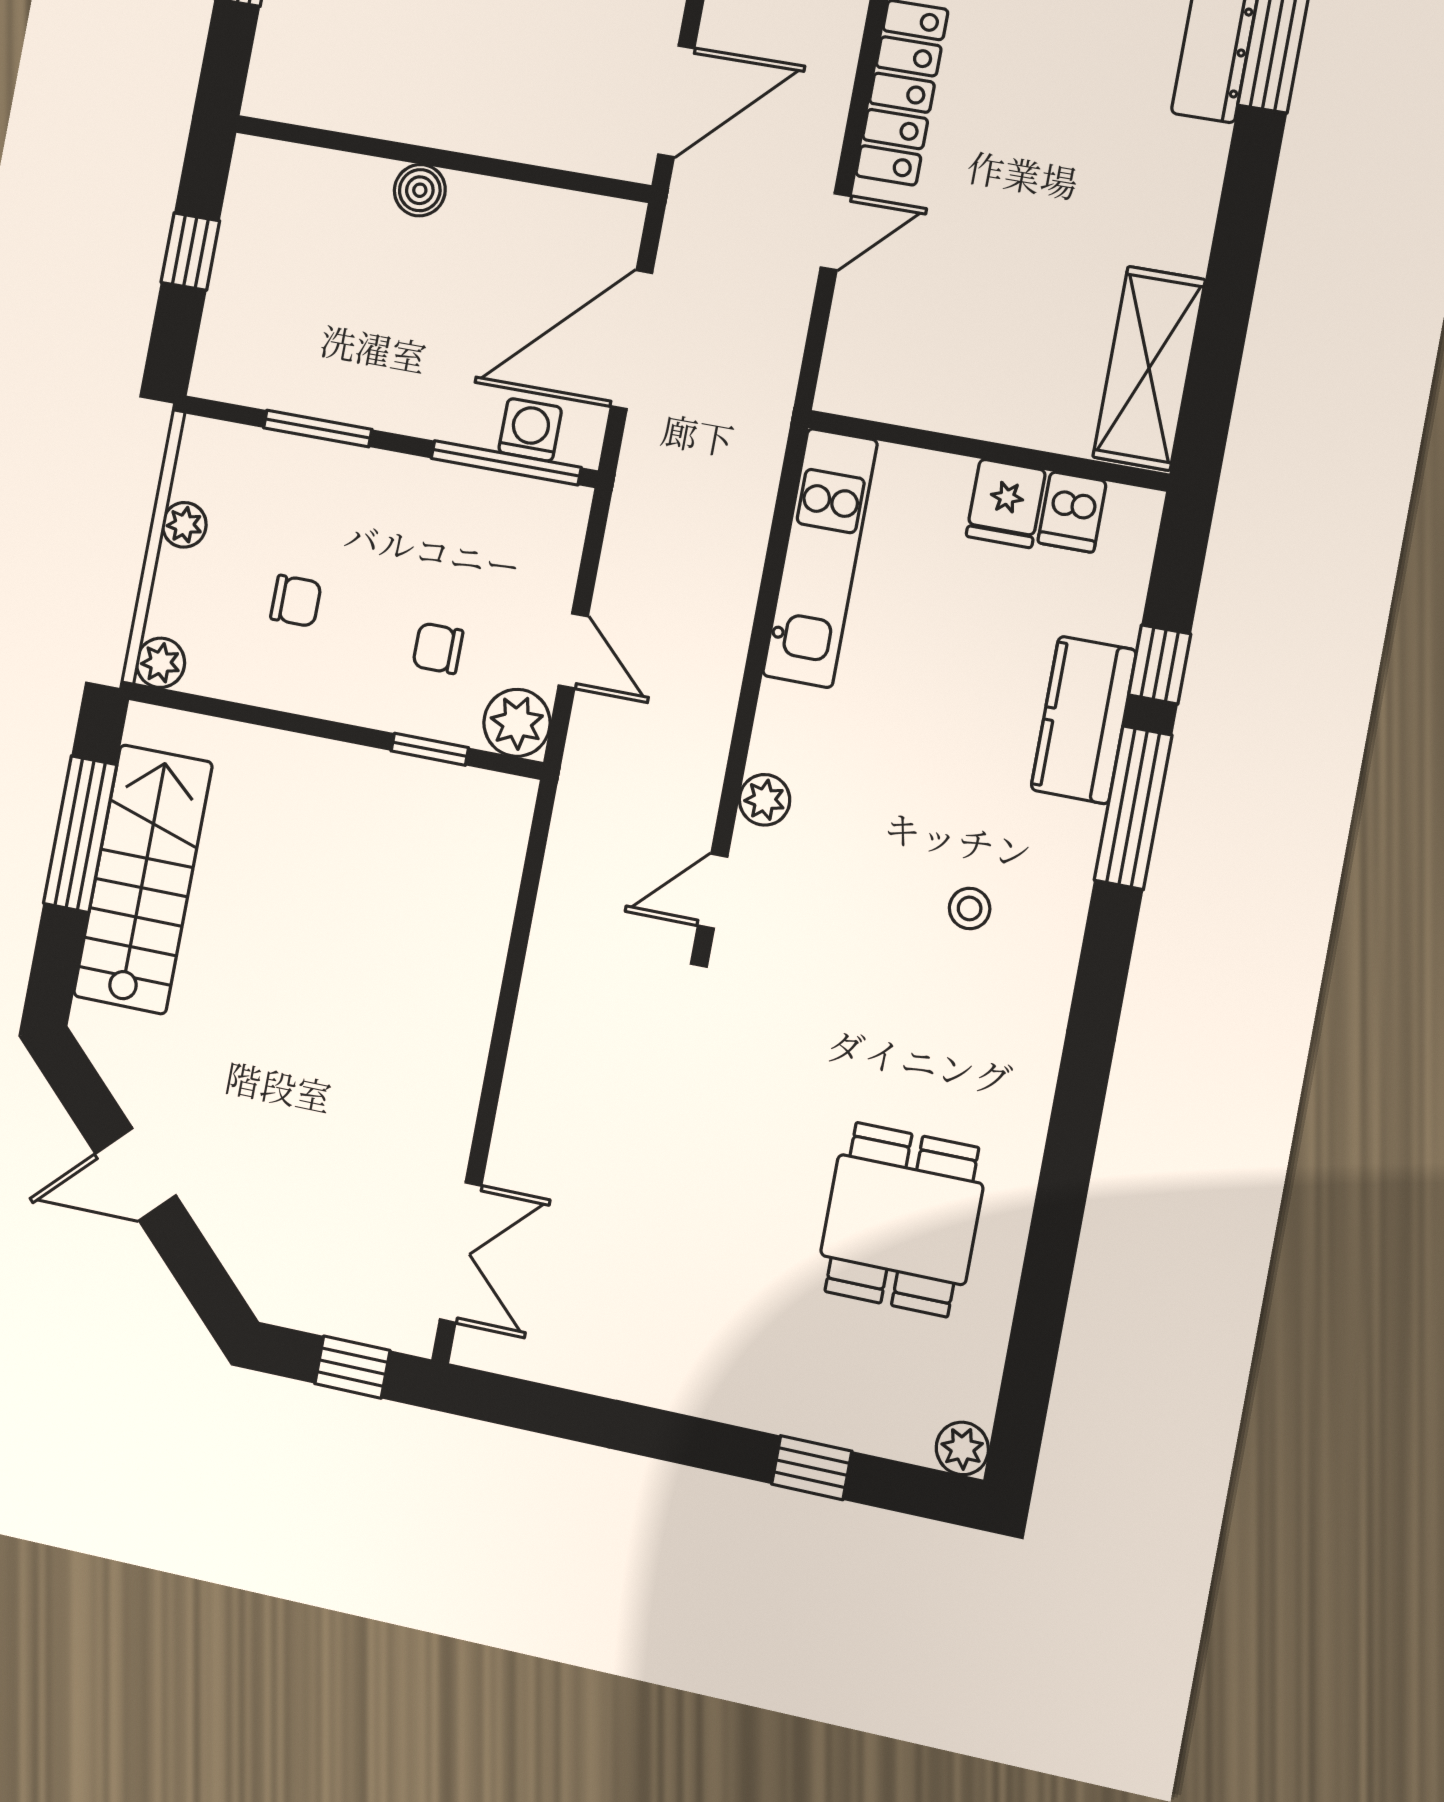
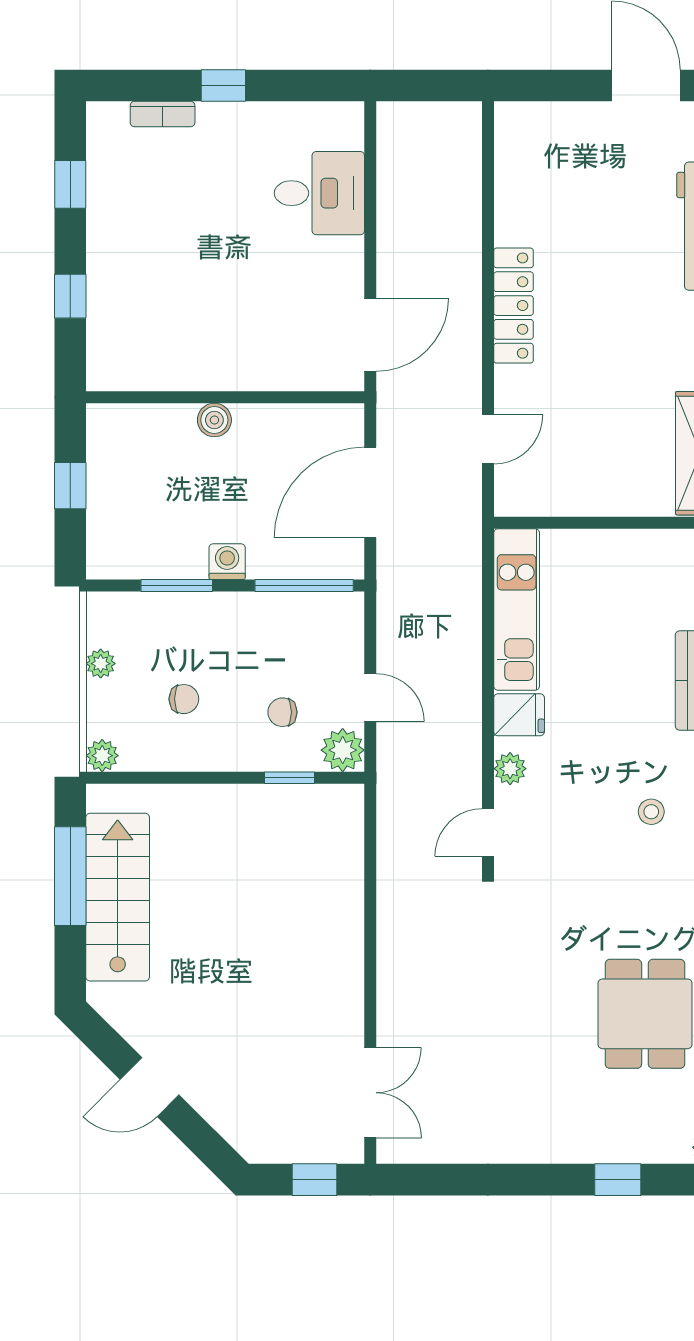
door: (836, 232) -> (488, 439), moved
washing machine: (530, 430) -> (227, 562), moved
fridge: (1006, 503) -> (519, 715), moved, turned -90
dishwasher: (1072, 512) -> (669, 552), removed

